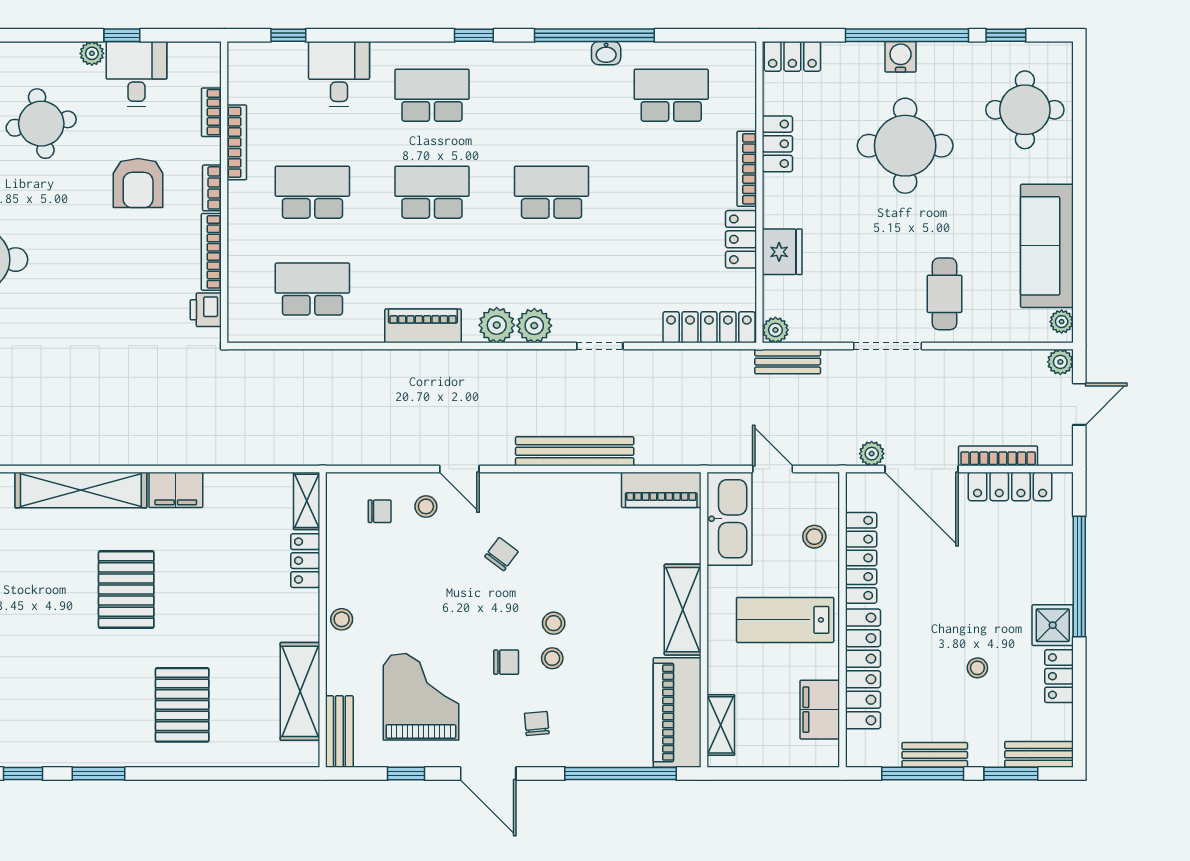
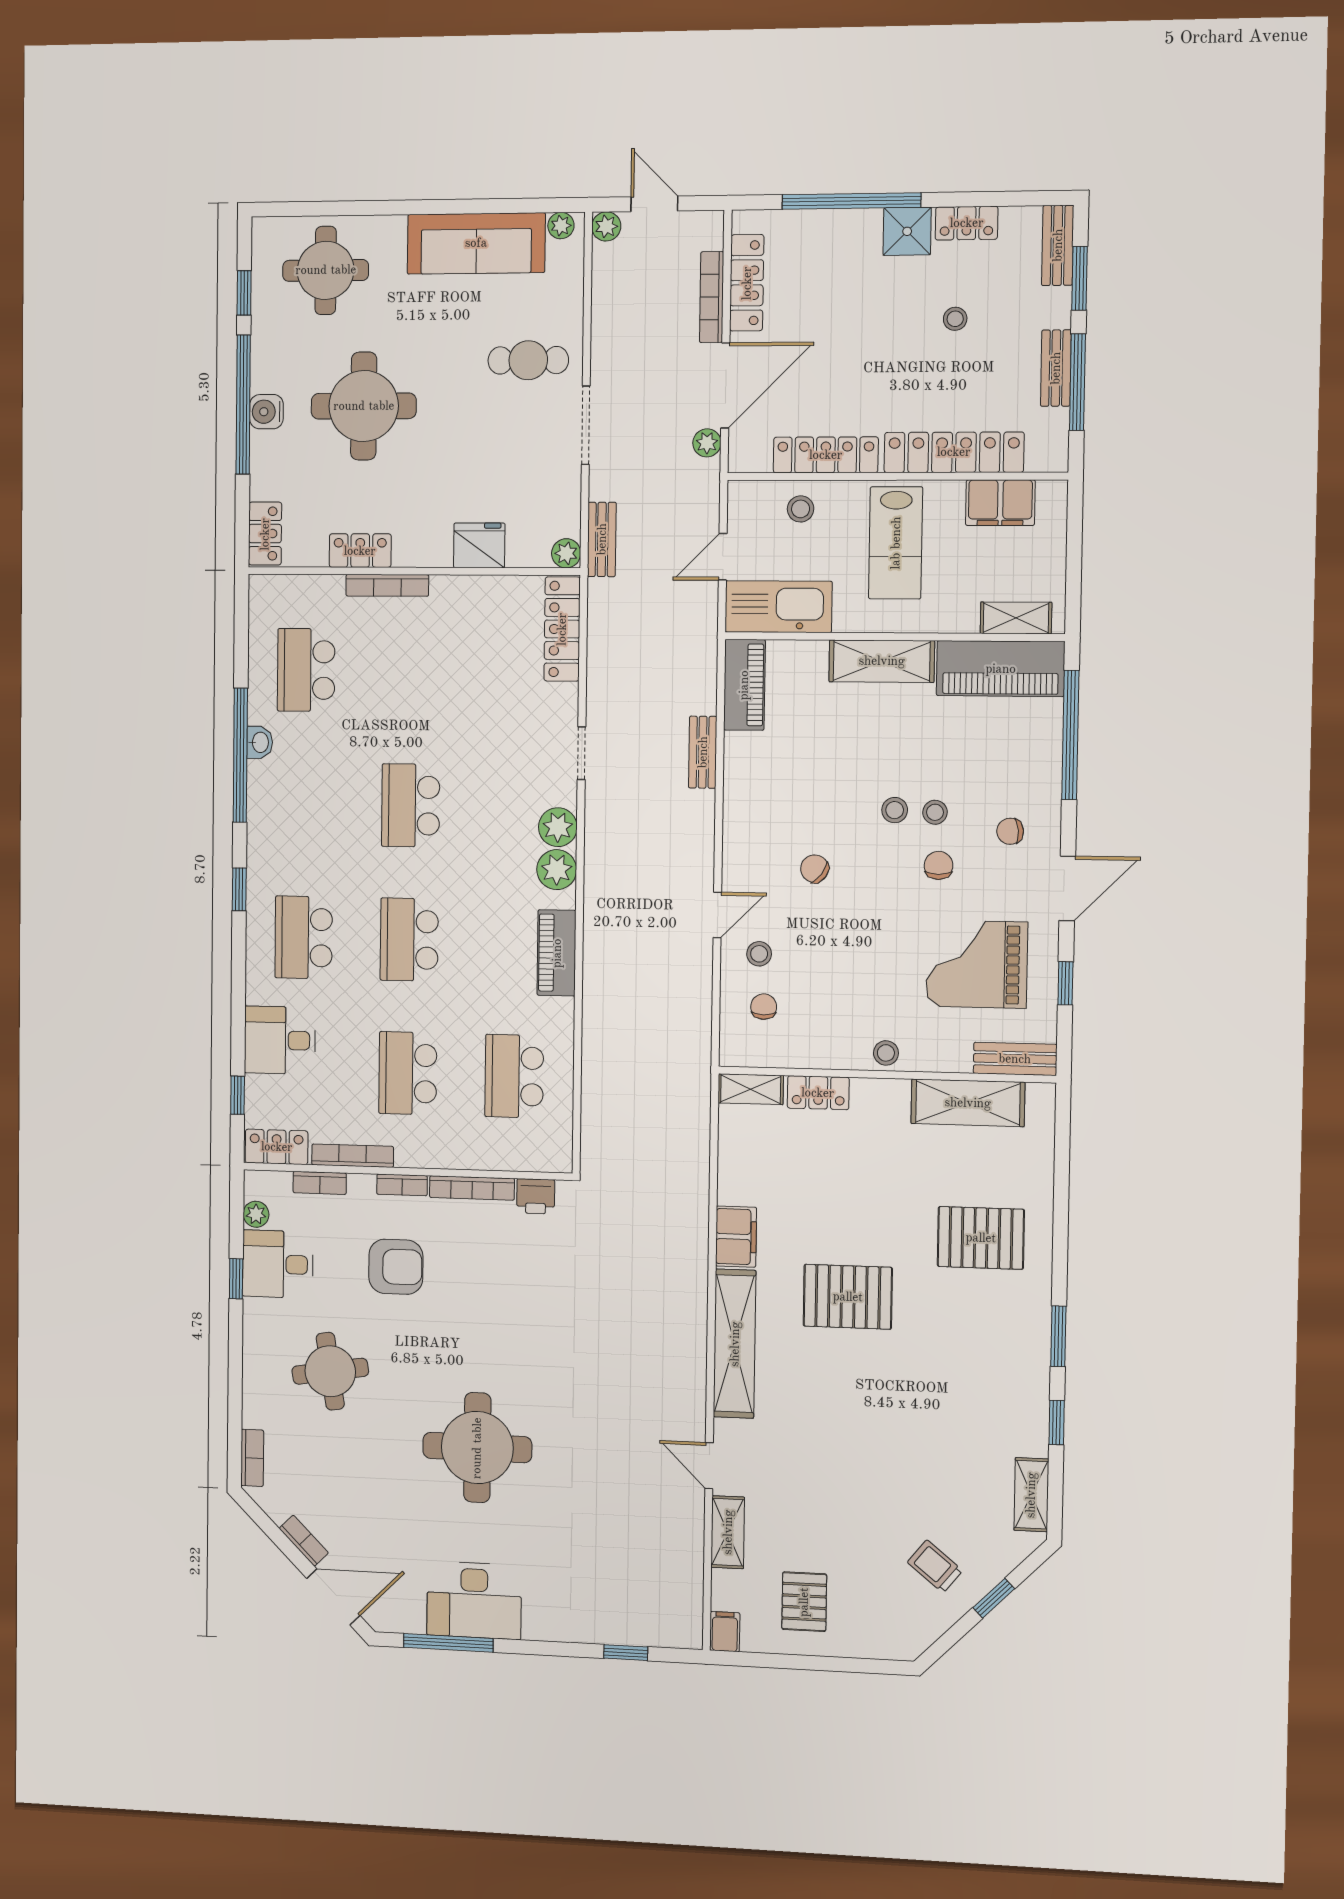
plant: (92, 53) -> (256, 1214), moved
locker: (741, 239) -> (277, 1147), moved, turned 180
bench: (575, 451) -> (703, 752), width x0.54, depth x0.82

